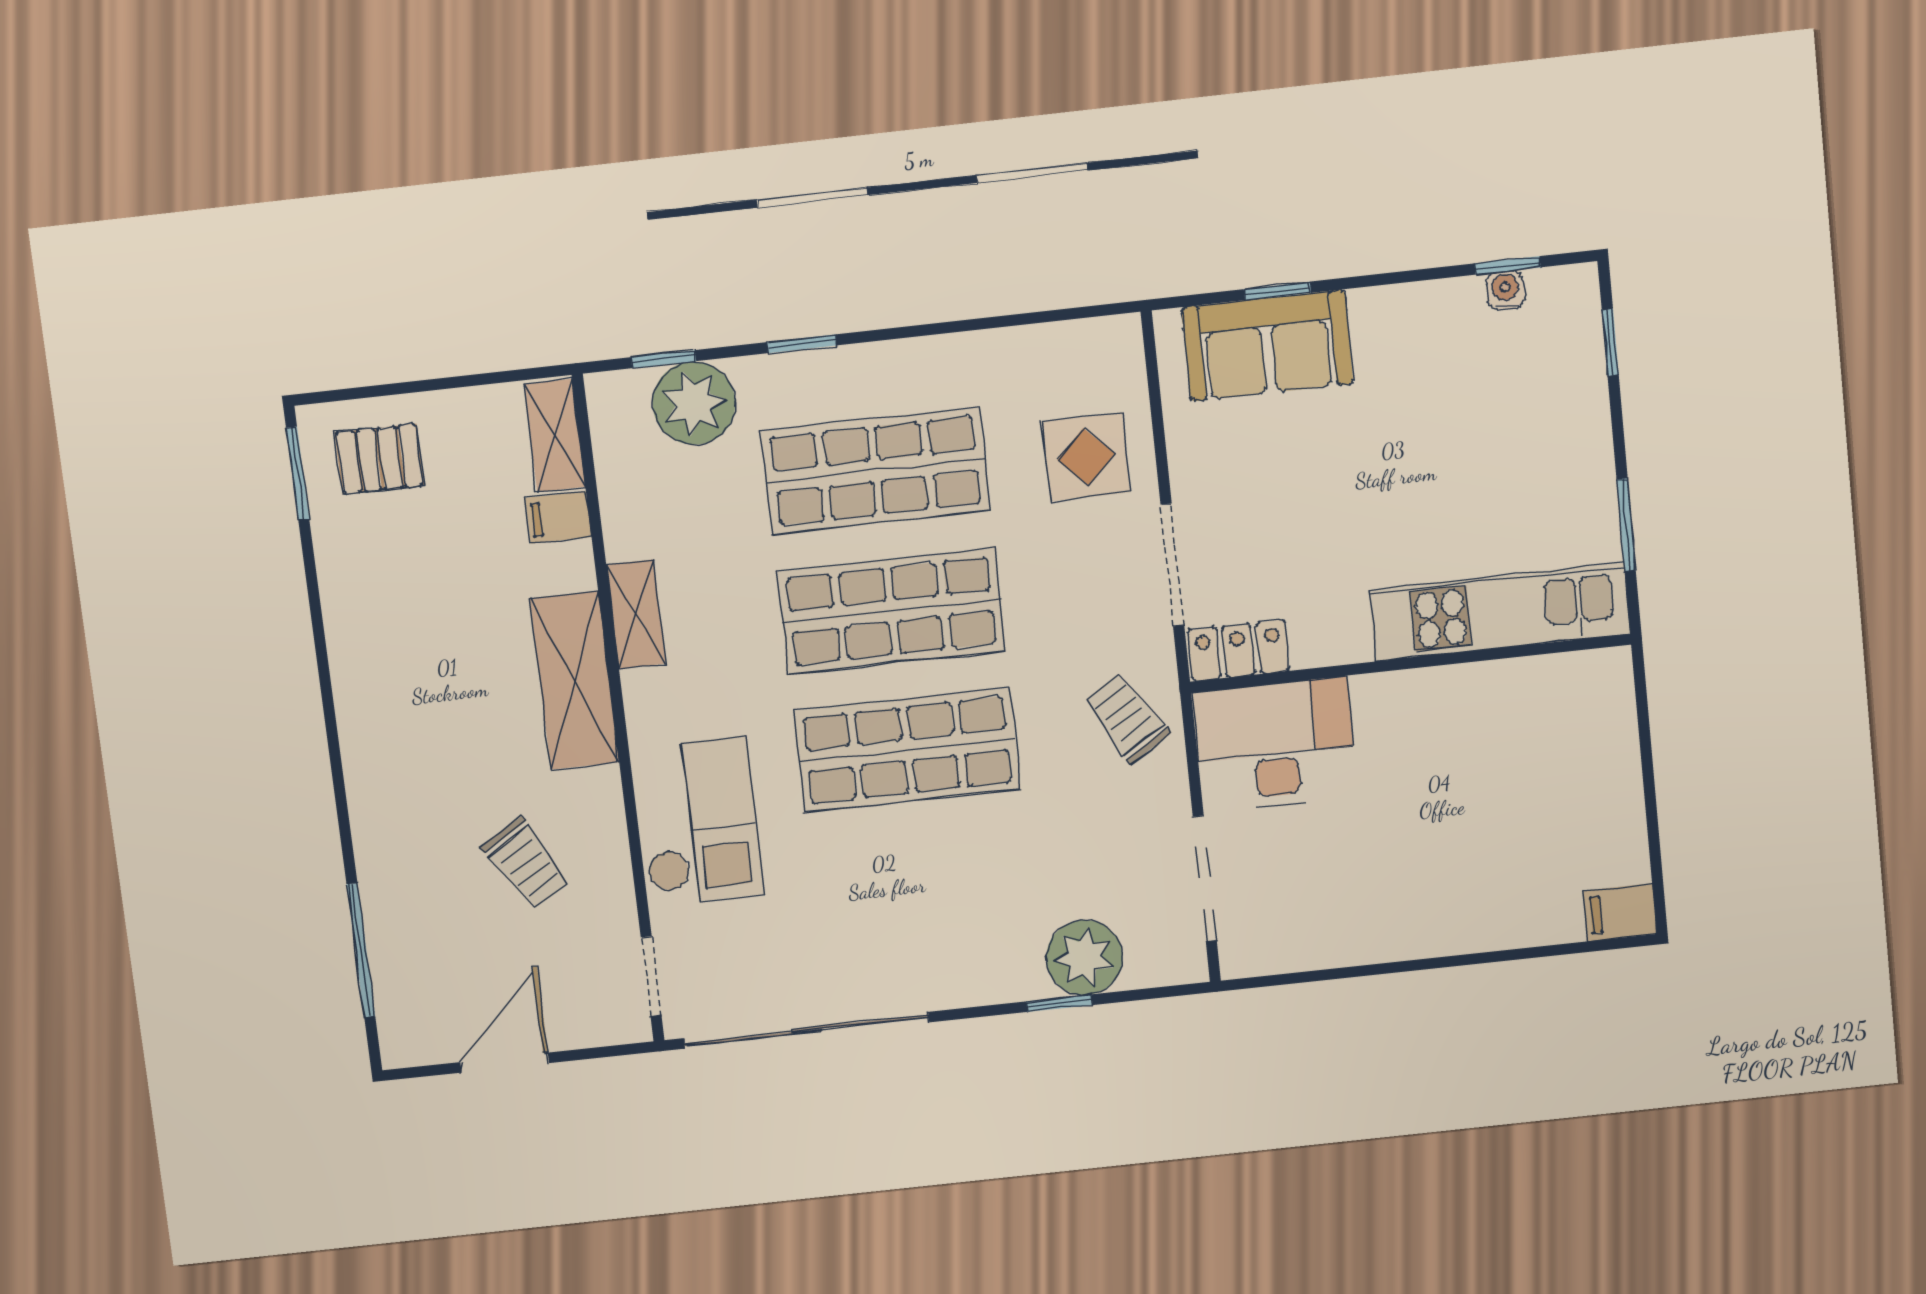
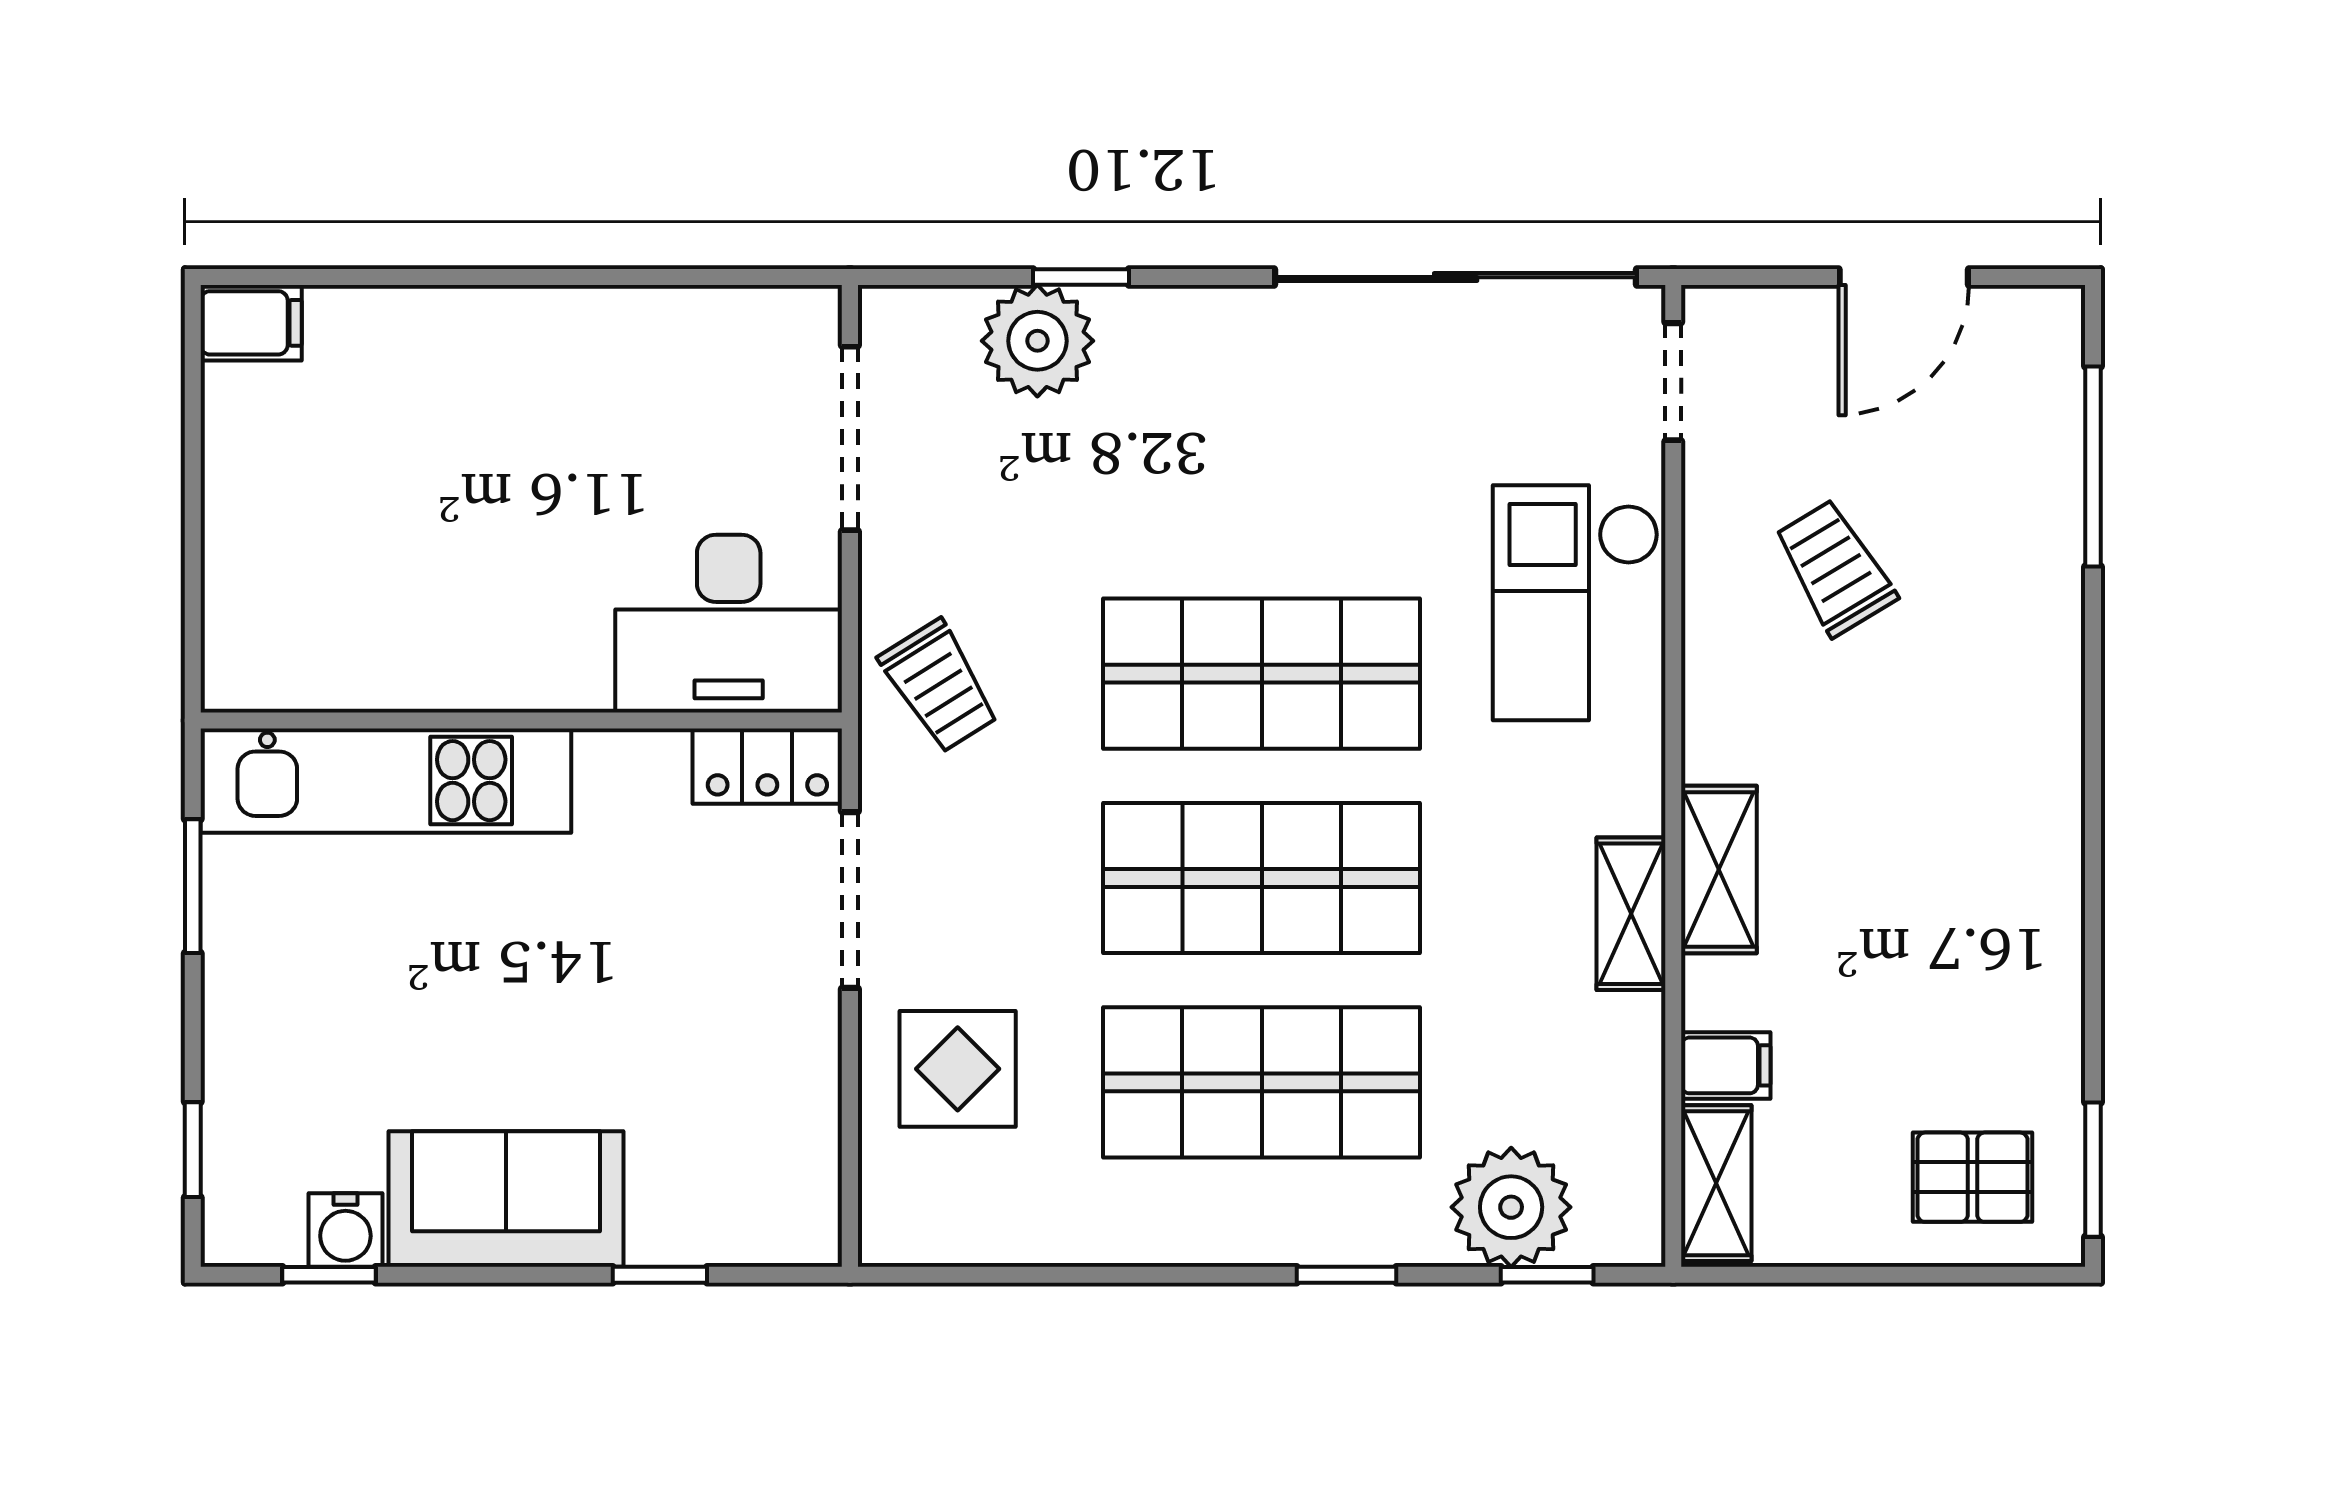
water cooler: (1505, 290) -> (345, 1230), width x1.38, depth x1.38
sofa: (1267, 346) -> (506, 1199), moved
shelving: (575, 681) -> (1719, 869), width x0.67, depth x0.75

